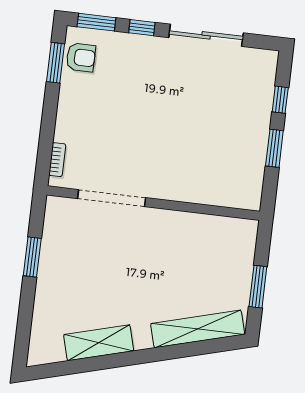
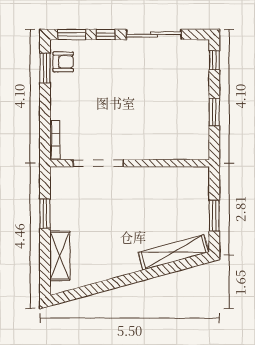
window: (280, 100) -> (214, 60), moved
bookcase: (57, 160) -> (55, 139), width x1.56
shelving: (99, 343) -> (60, 256), moved, turned -75

